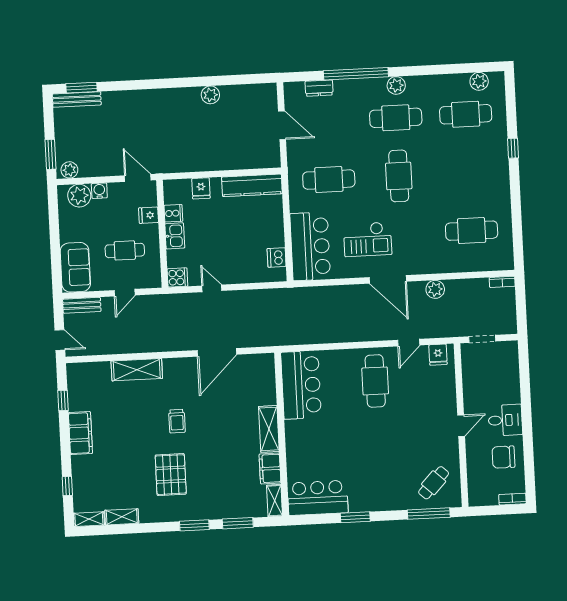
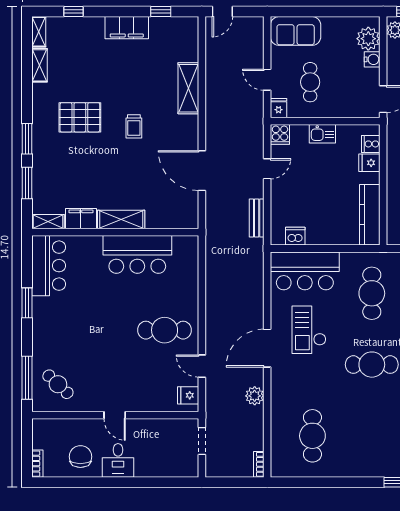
cooker: (173, 213) -> (371, 144), moved, turned 90
fridge: (149, 215) -> (279, 108), moved
bench: (82, 305) -> (257, 218), moved
bar counter: (301, 385) -> (137, 254), moved
trolley: (177, 421) -> (134, 126), turned -90

